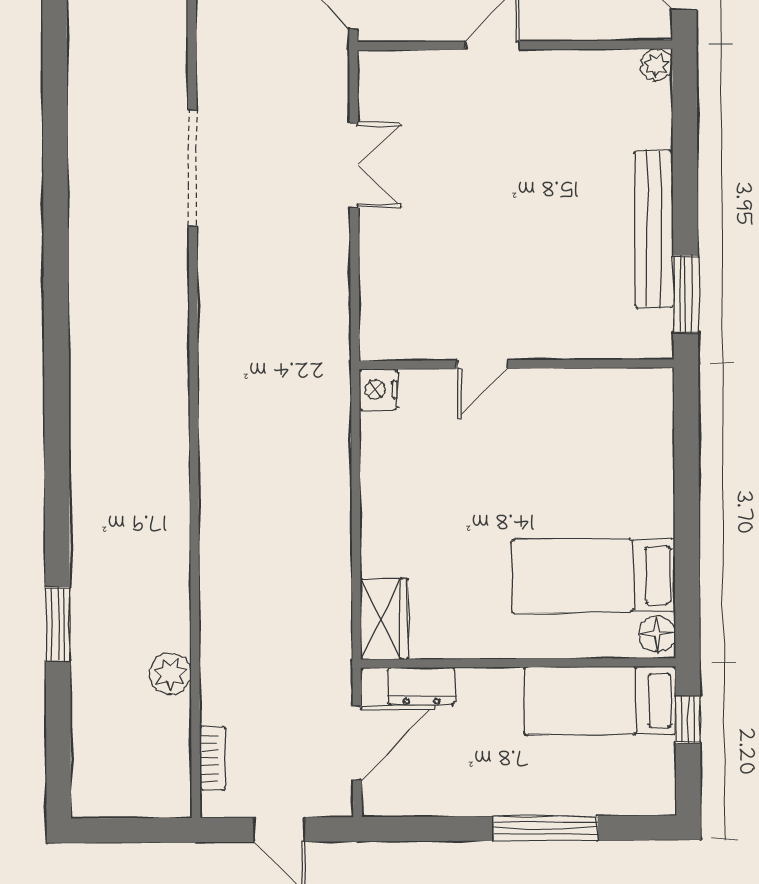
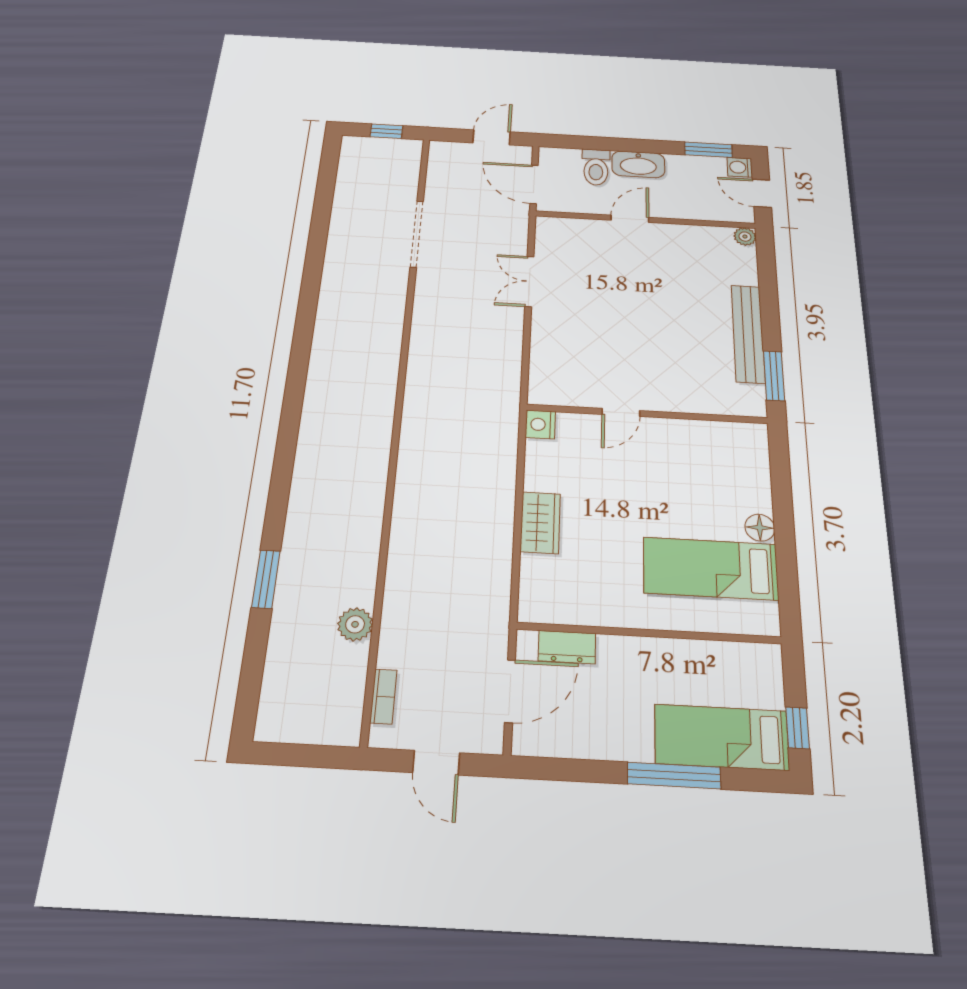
double door: (354, 165) -> (529, 281), swing flipped
doorway: (193, 168) -> (417, 234), moved
wardrobe: (384, 619) -> (540, 523), moved
floor lamp: (657, 634) -> (760, 528), moved
bed: (600, 701) -> (721, 737), moved
window: (688, 720) -> (798, 728), moved

